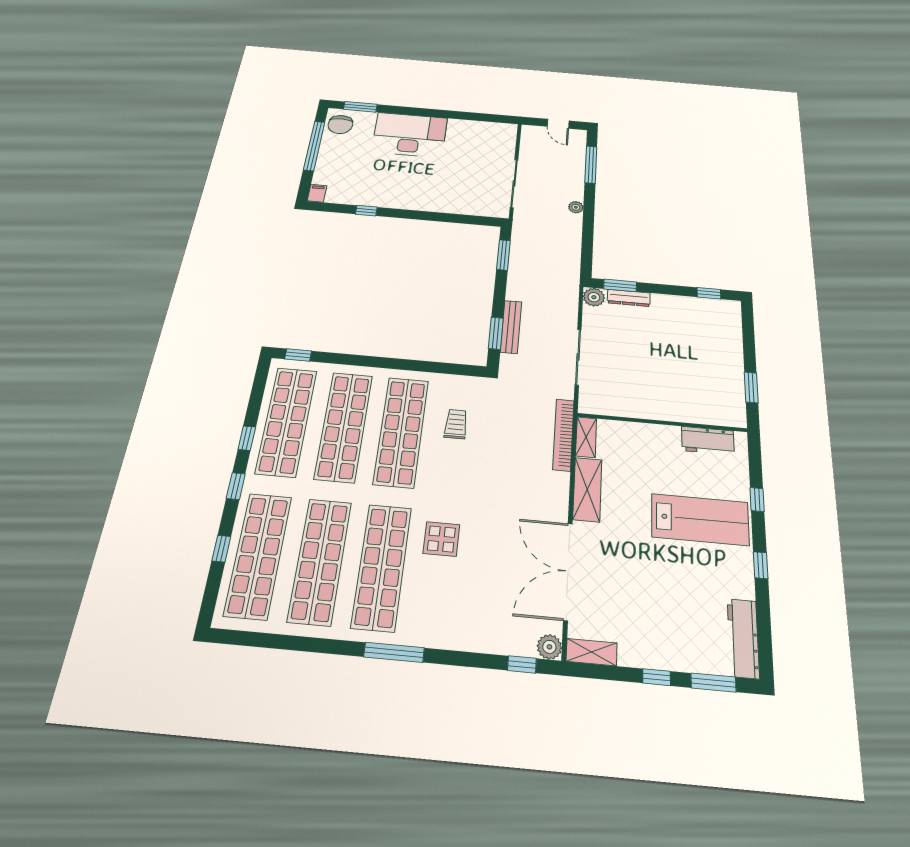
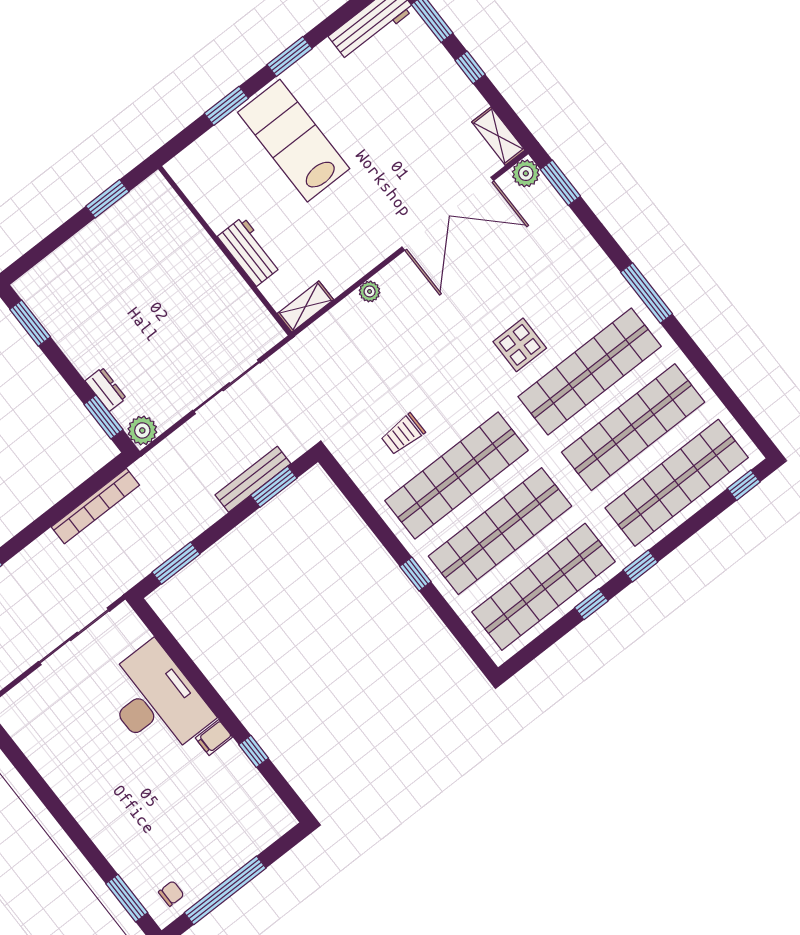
chair: (340, 125) -> (171, 894), width x0.54, depth x0.54
desk: (410, 135) -> (156, 701), moved, turned 180
filing cabinet: (317, 193) -> (214, 737), moved
plant: (576, 207) -> (370, 291), moved
window: (709, 293) -> (30, 323), width x1.50
dresser: (629, 298) -> (106, 389), width x0.70
window: (298, 355) -> (415, 574), moved
bookcase: (563, 435) -> (95, 506), moved
workbench: (708, 441) -> (250, 251), moved
shelving: (587, 489) -> (357, 261), removed
window: (757, 500) -> (226, 106), width x1.50
window: (221, 549) -> (744, 485), moved
window: (761, 565) -> (290, 57), width x1.50
window: (522, 664) -> (560, 183), width x1.50

